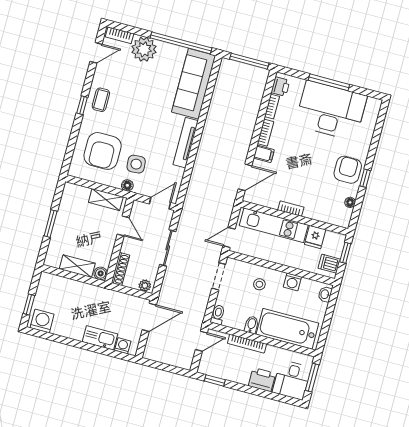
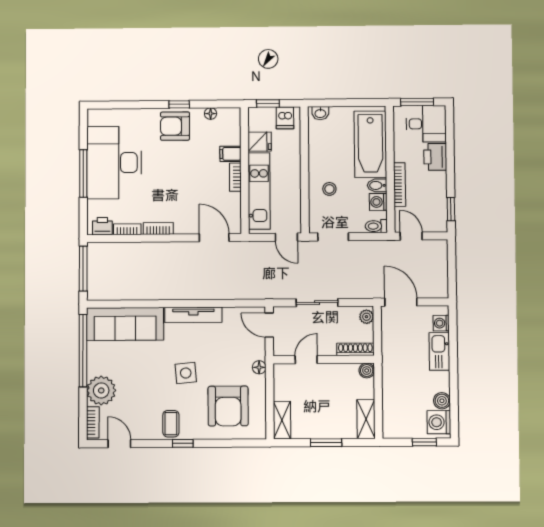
coffee table: (101, 100) -> (171, 424), turned 90
armchair: (103, 151) -> (228, 406), turned 90
filing cabinet: (264, 154) -> (230, 154), moved, turned -90
side table: (136, 164) -> (186, 373), moved
shelving: (106, 200) -> (282, 420), moved
shelving: (77, 266) -> (366, 419), moved
washing machine: (292, 282) -> (378, 202), moved, turned 180
boiler: (59, 328) -> (442, 401), added

